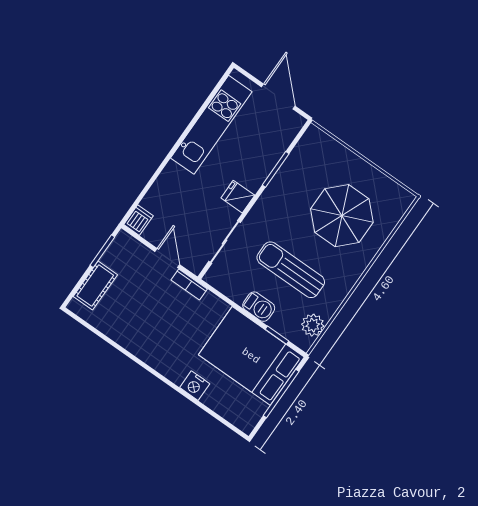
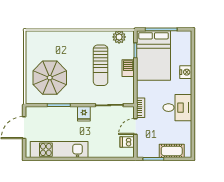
parasol: (342, 216) -> (50, 78), moved
dishwasher: (138, 220) -> (127, 142), moved
desk: (152, 338) -> (177, 108), added

